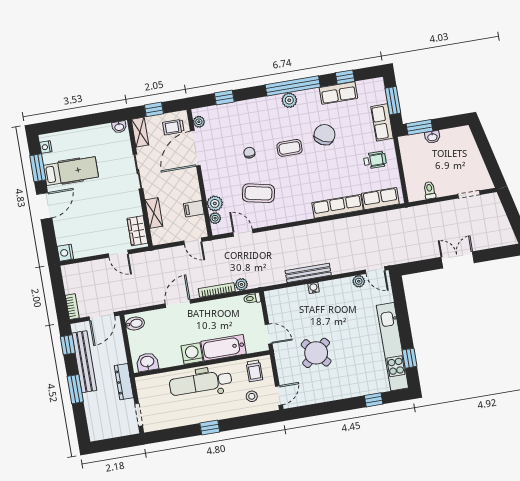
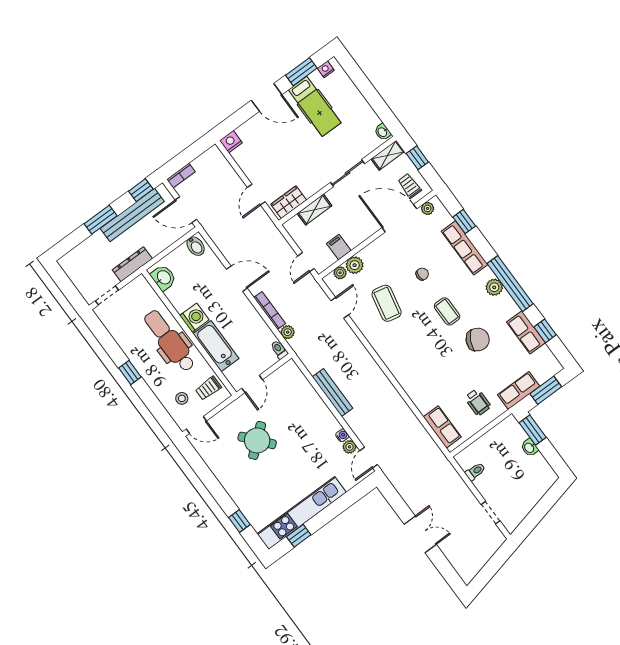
row of seats: (337, 206) -> (465, 248), moved, turned 180
water cooler: (314, 288) -> (342, 435), moved

